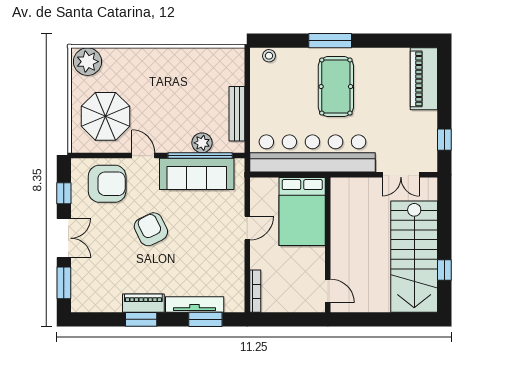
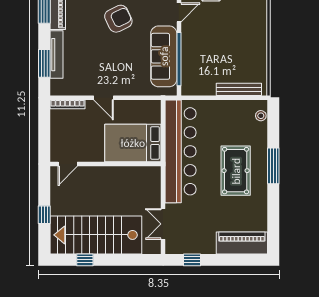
pool table: (336, 87) -> (236, 171), turned 90
bench: (237, 114) -> (239, 89), moved
plant: (202, 143) -> (189, 61), removed
door: (247, 228) -> (104, 98), moved
window: (390, 319) -> (44, 215), added

